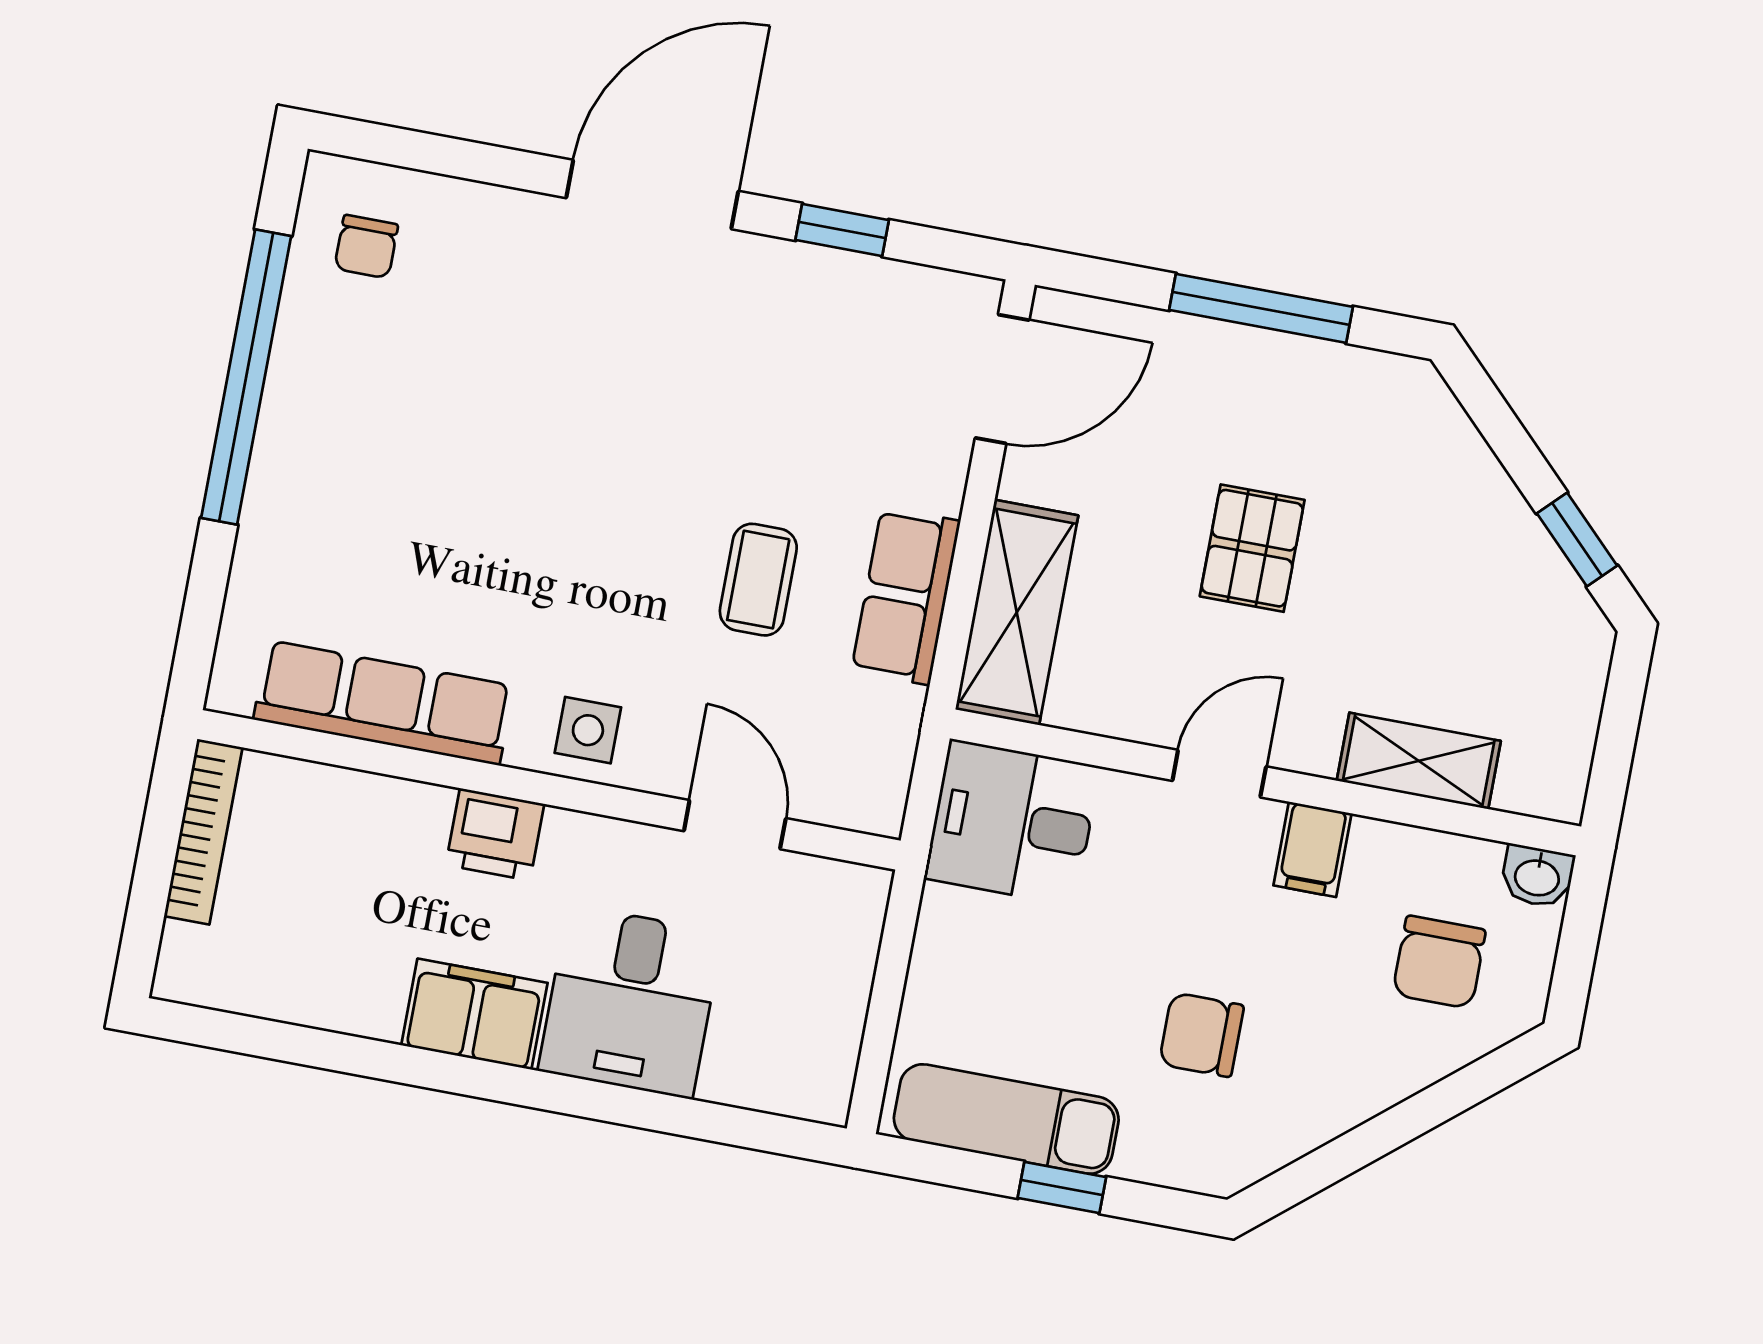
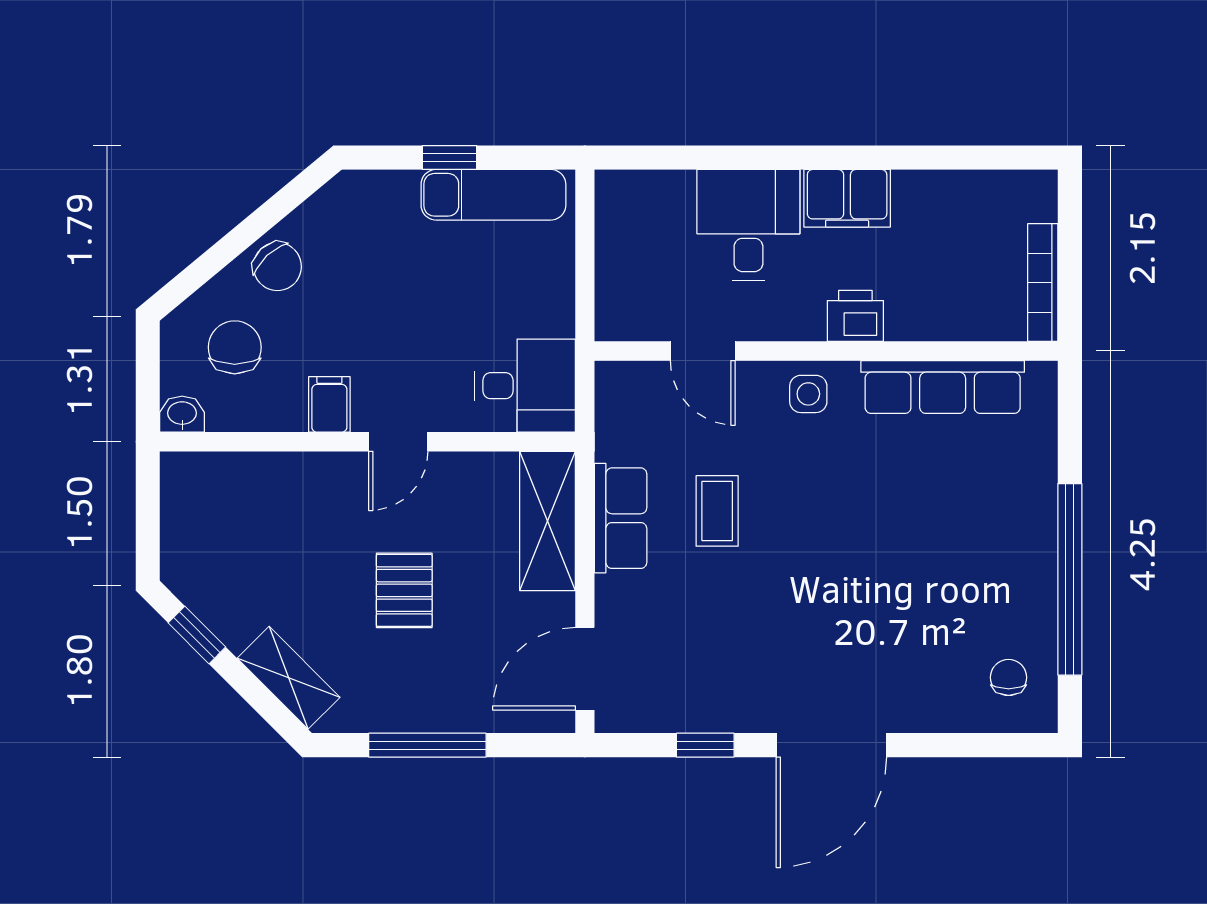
shelving: (1419, 761) -> (289, 678), moved, turned 45
chair: (1201, 1035) -> (277, 267), moved, turned 47

